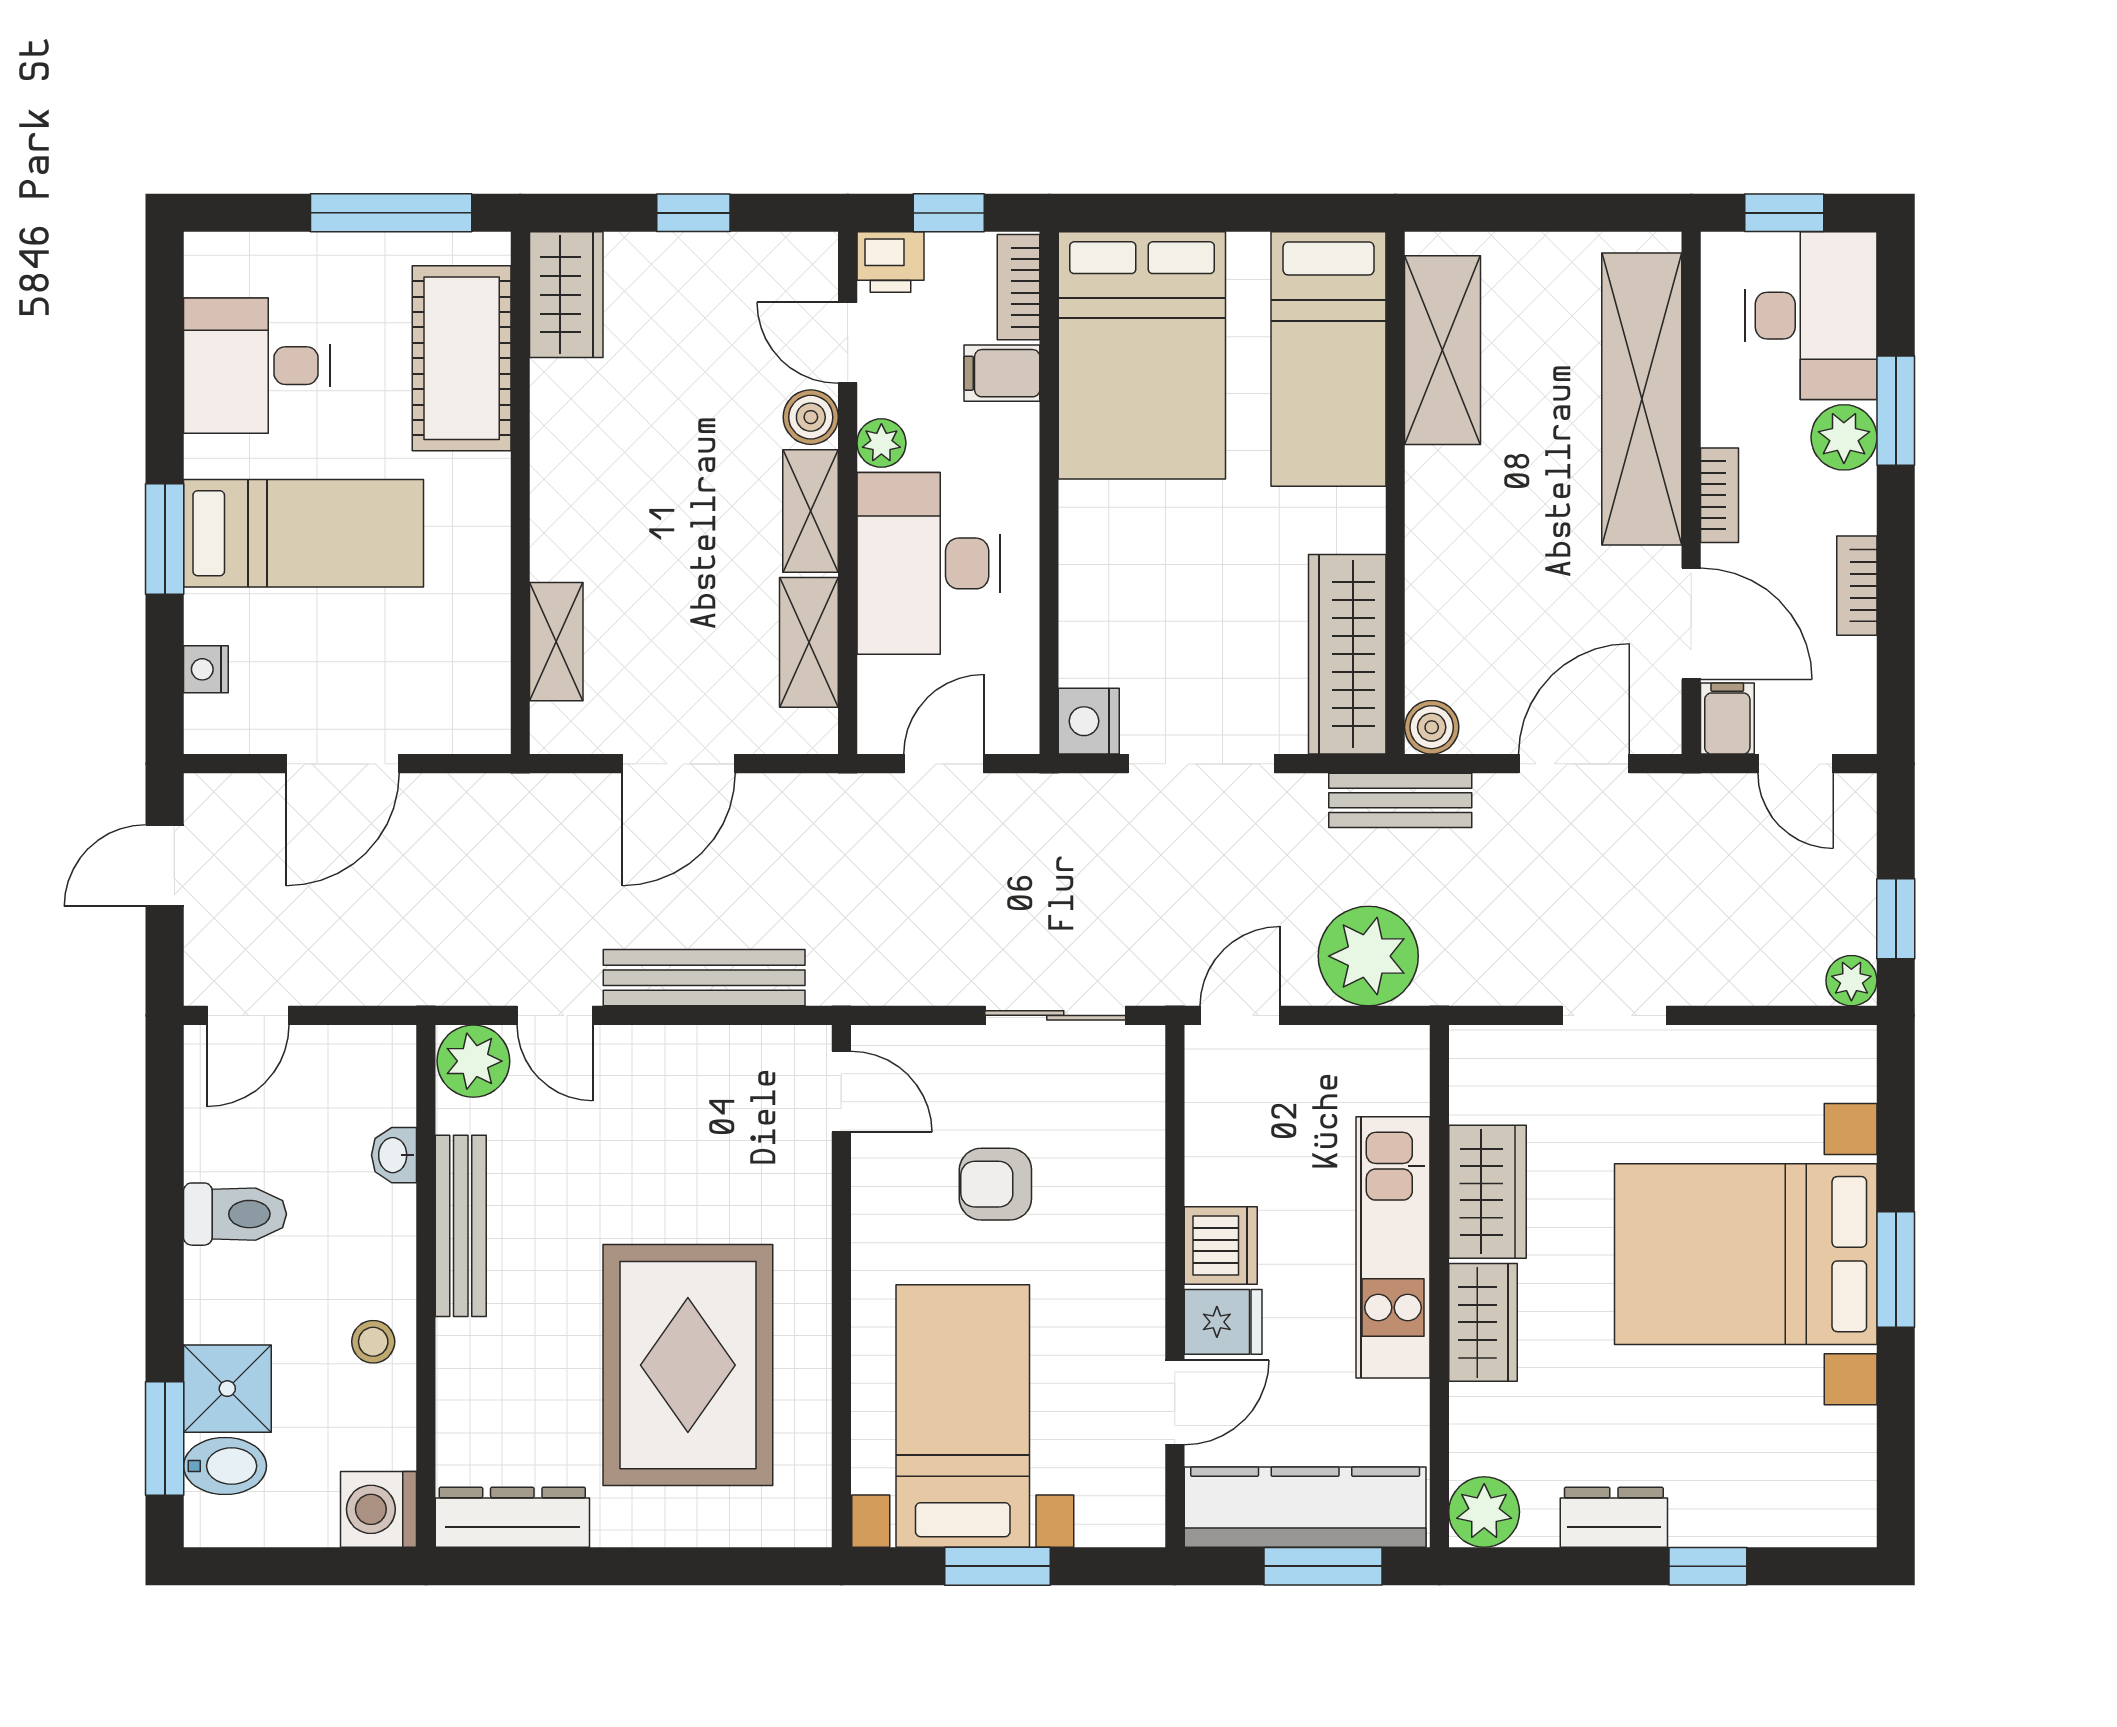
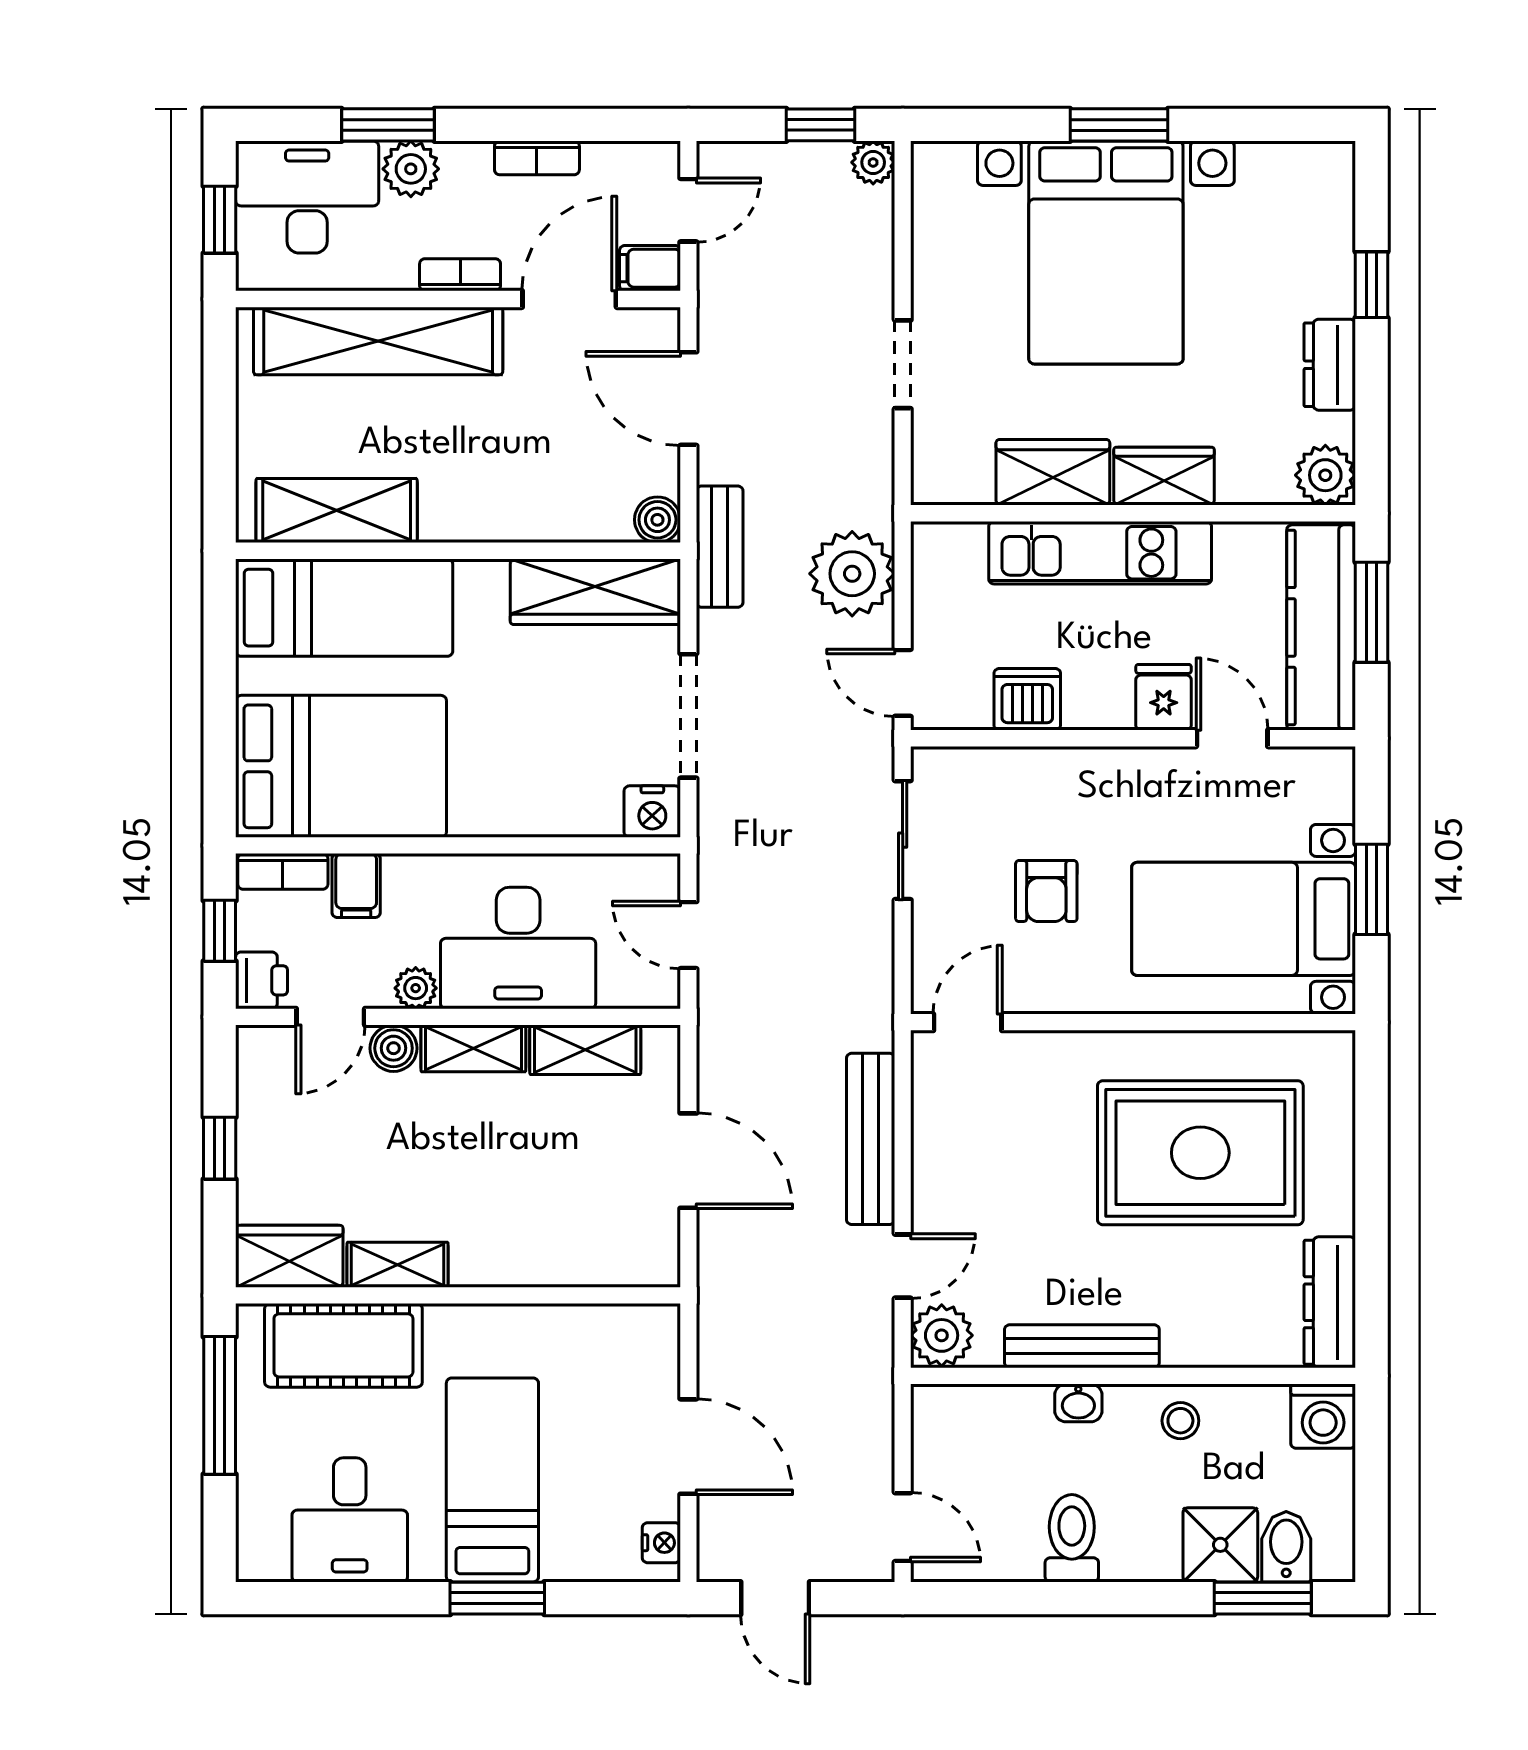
shelving: (556, 642) -> (398, 1265), moved
nightstand: (206, 669) -> (661, 1543), moved, turned -90
washbasin: (394, 1155) -> (1078, 1403), moved
dishwasher: (1221, 1245) -> (1027, 699), moved

